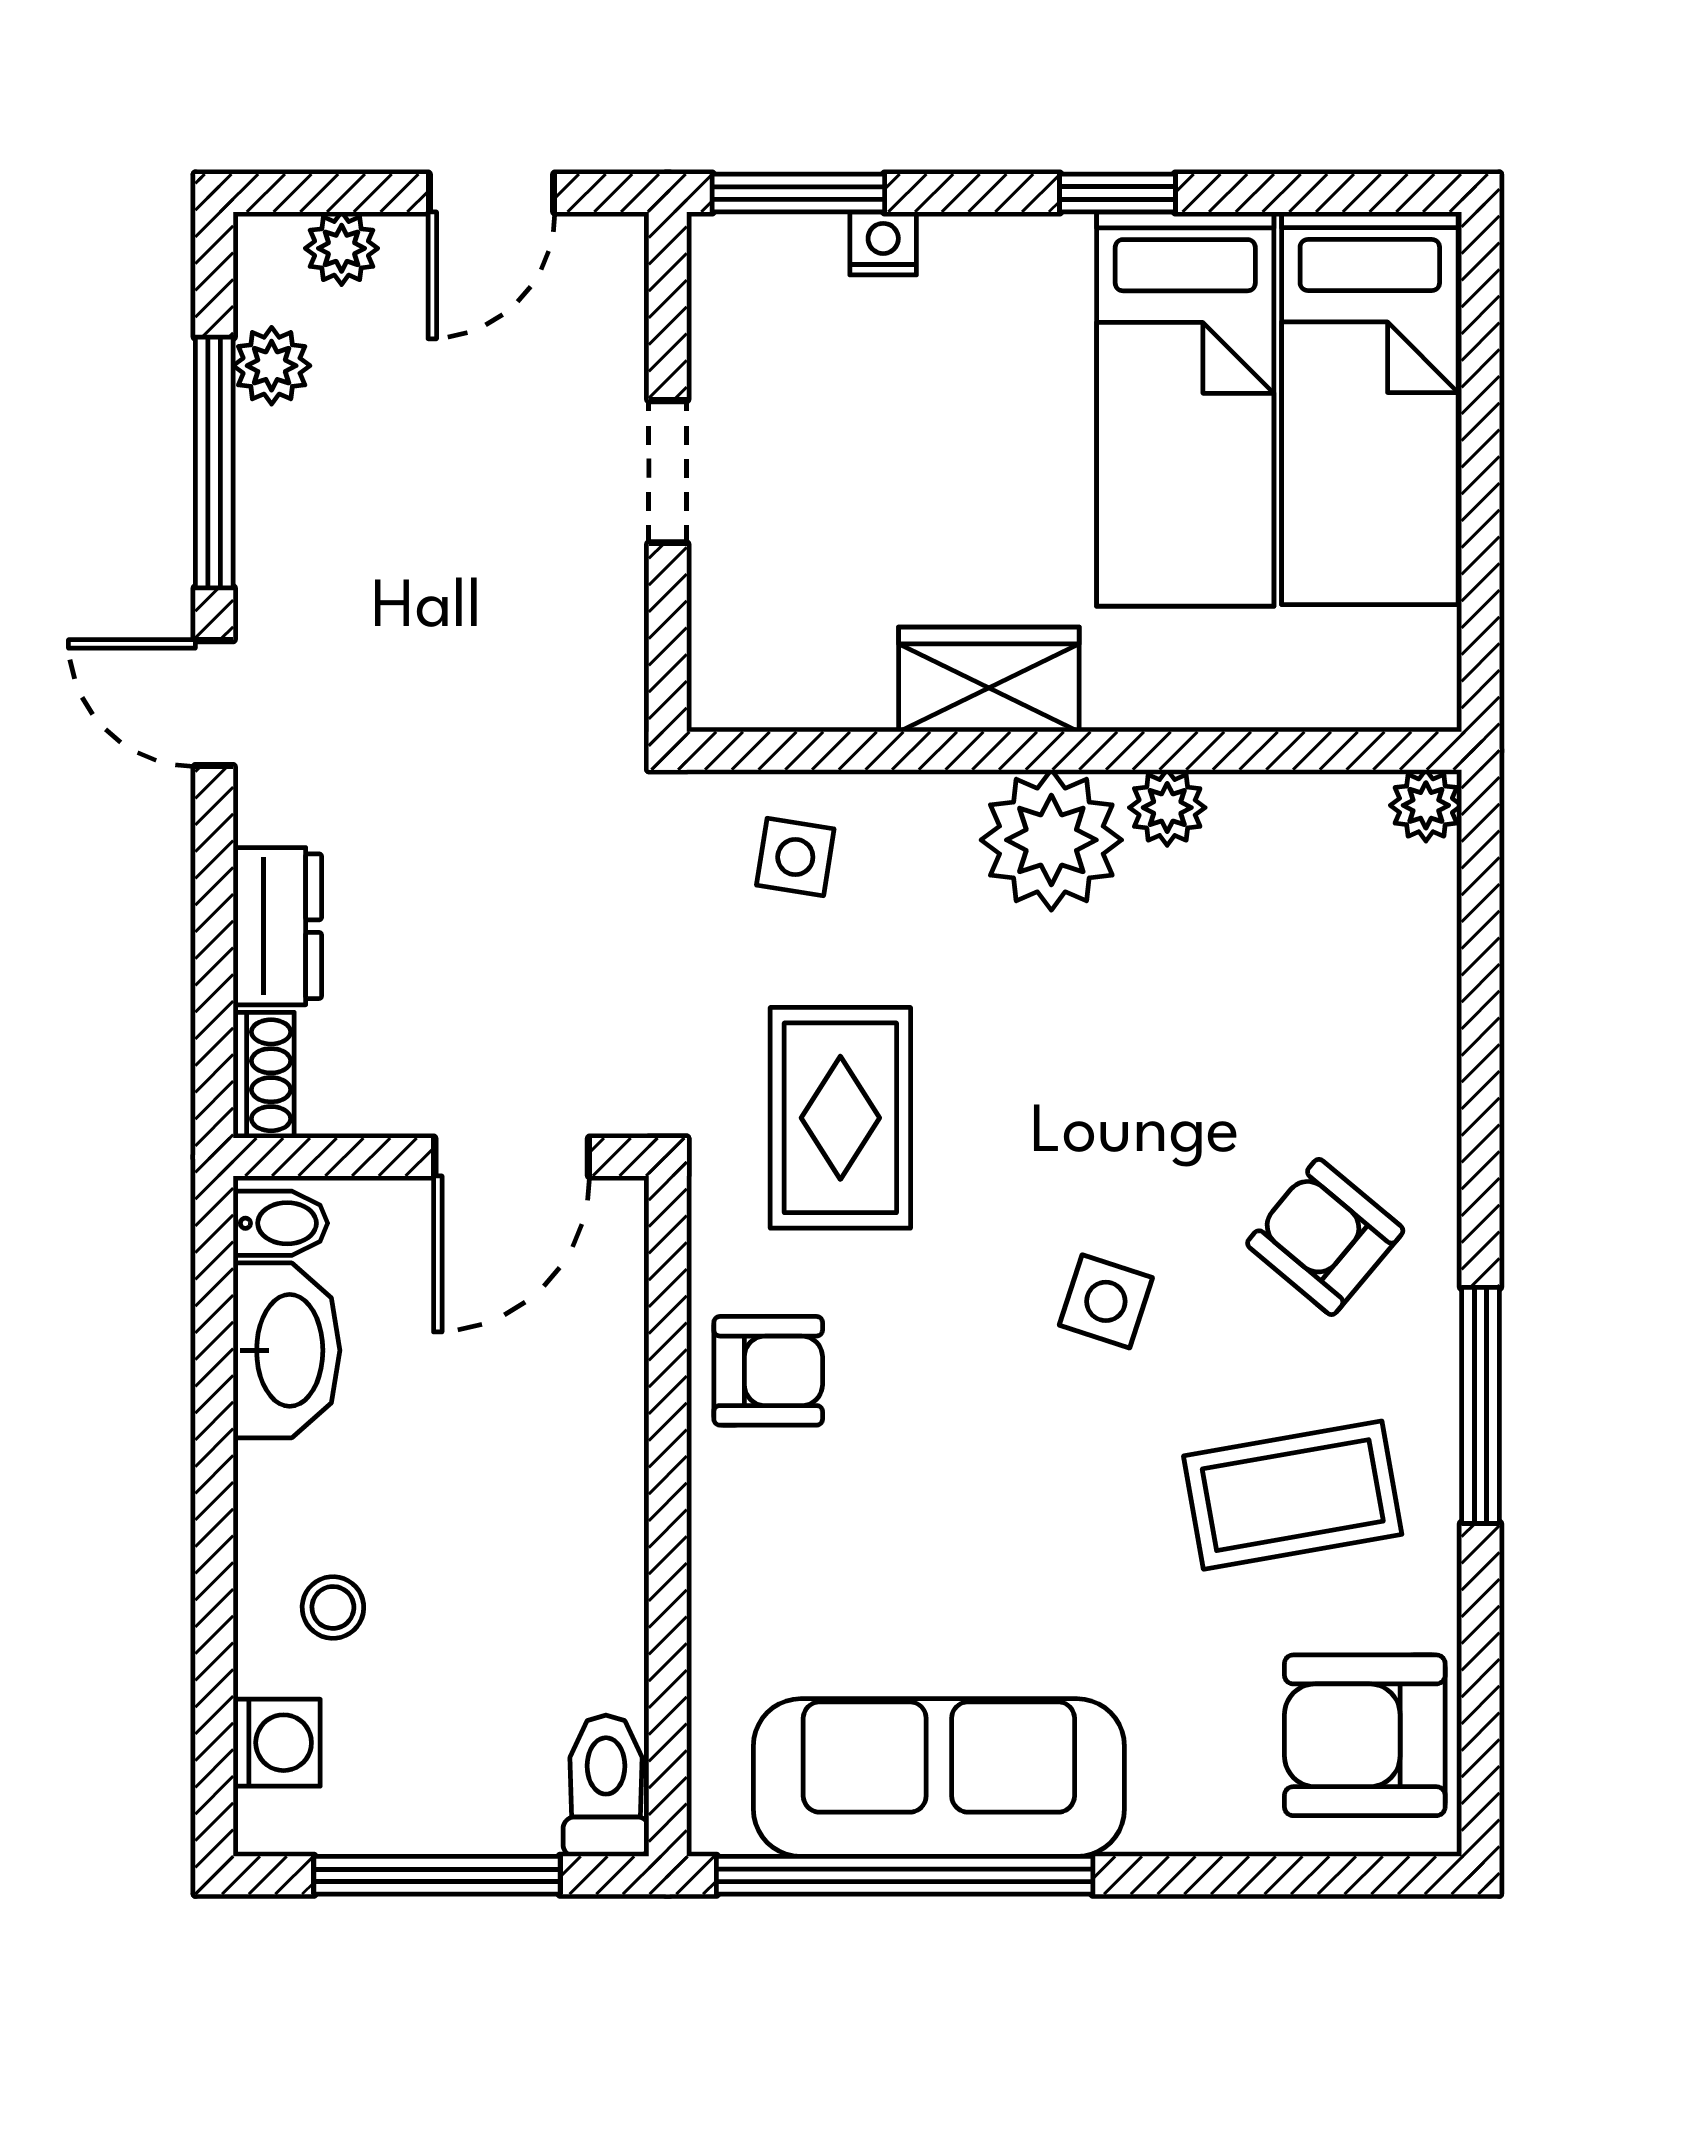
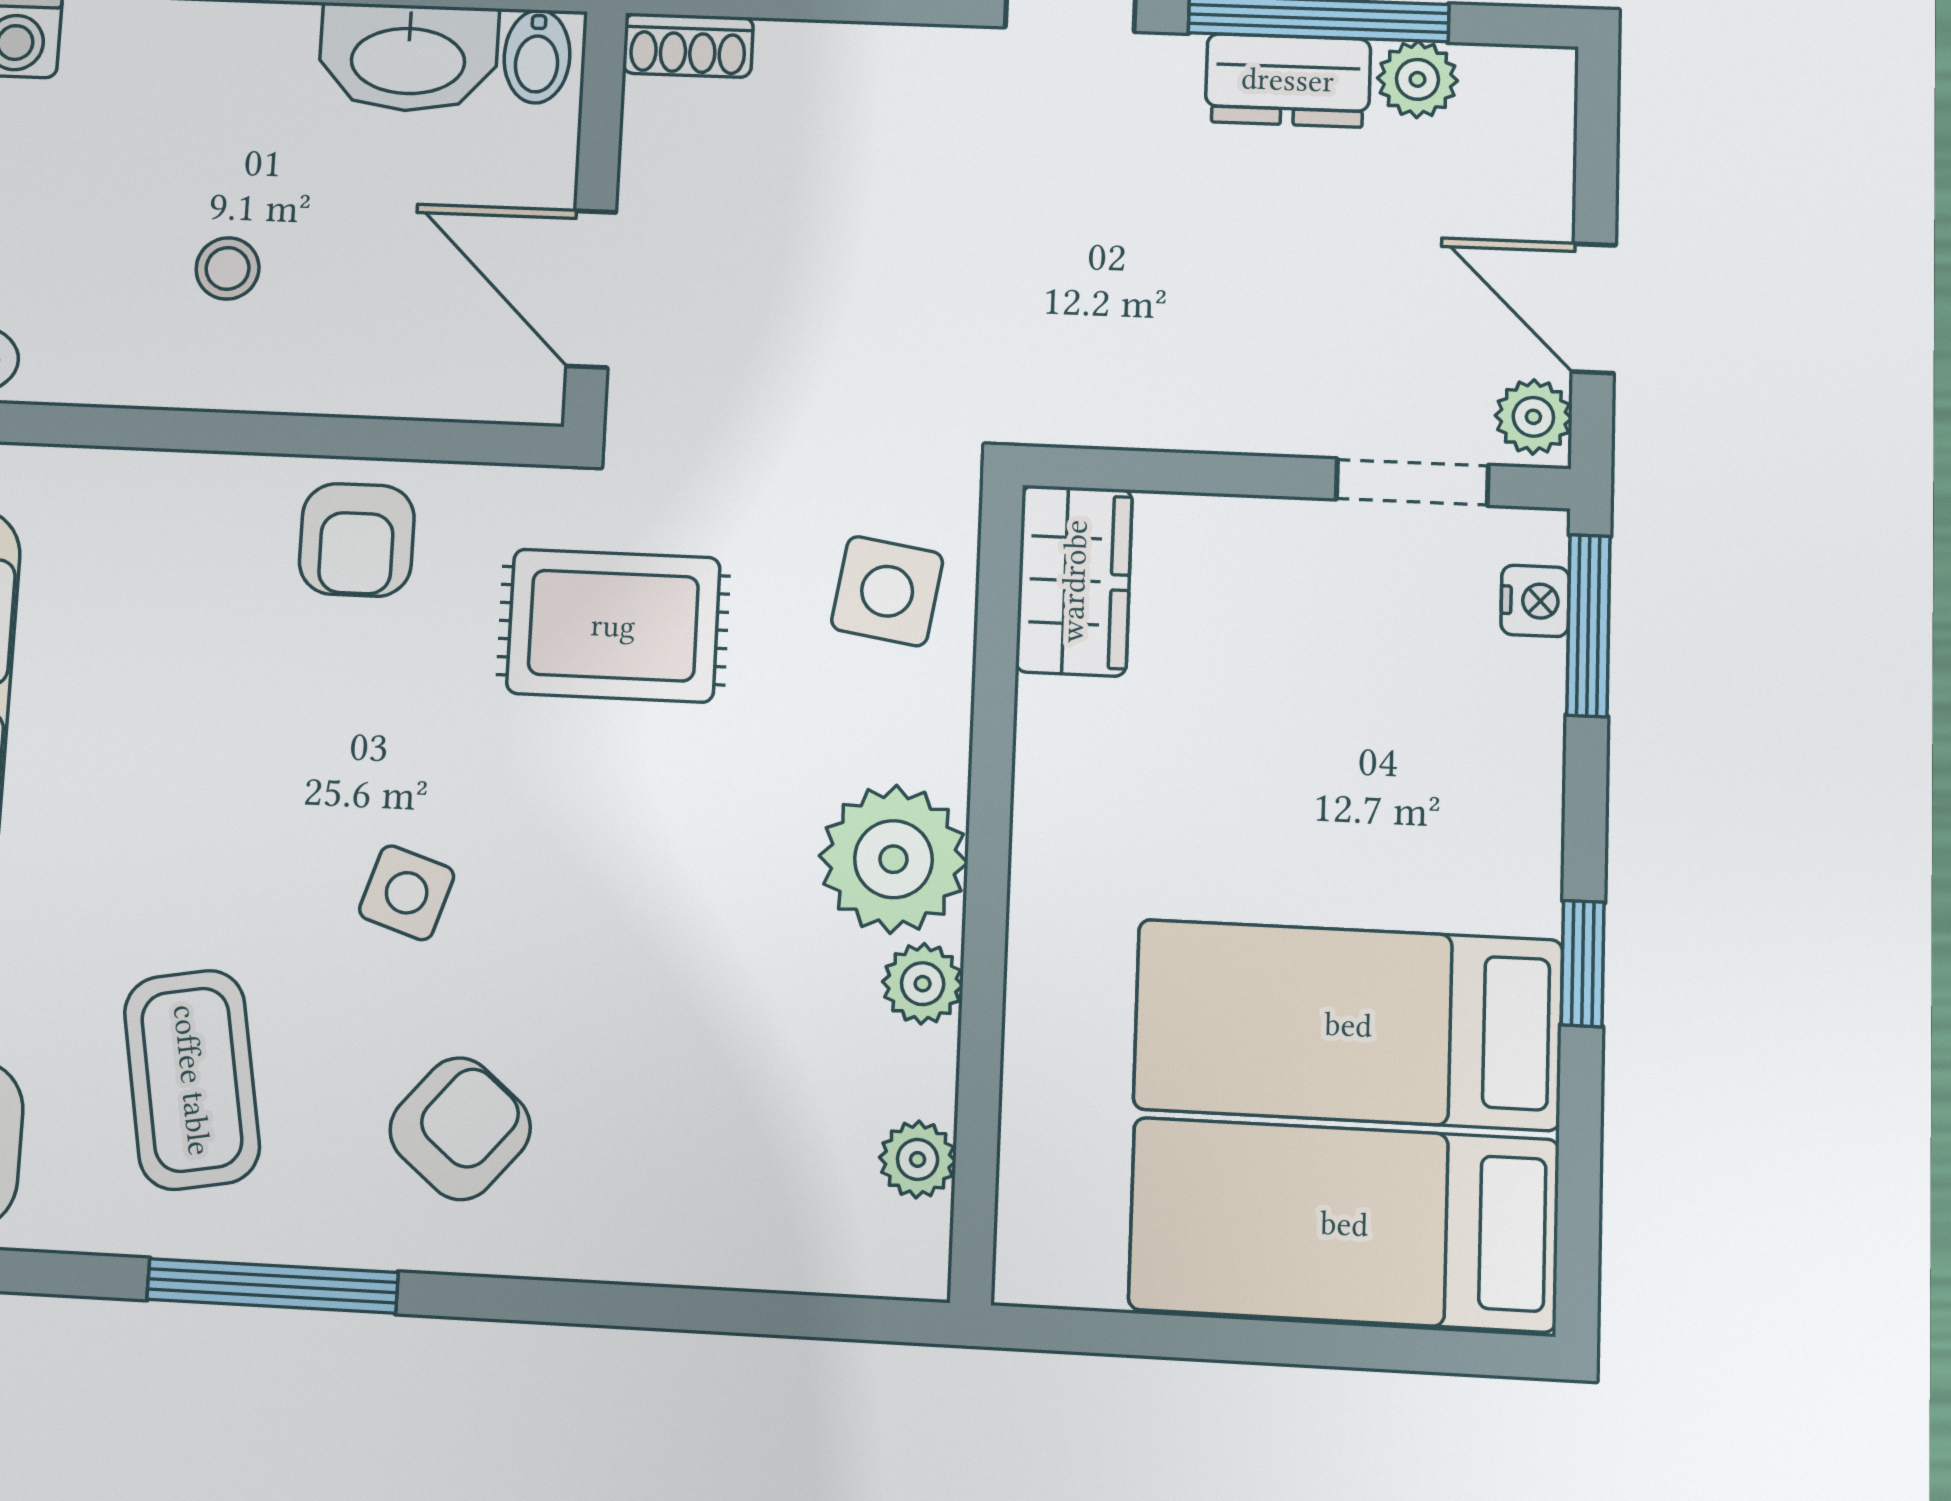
nightstand: (883, 243) -> (1535, 601), moved
plant: (342, 248) -> (1533, 417), moved
doorway: (668, 472) -> (1412, 482), moved
wardrobe: (989, 679) -> (1074, 581), moved
plant: (1426, 805) -> (918, 1159), moved
side table: (795, 857) -> (887, 591), width x1.37, depth x1.37
dresser: (277, 926) -> (1288, 80), moved
stool: (333, 1607) -> (228, 268), moved

